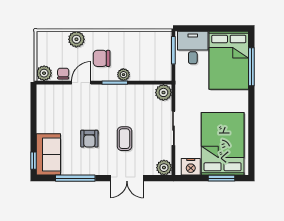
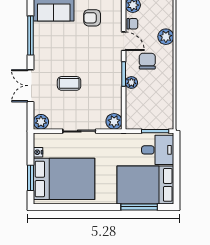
armchair: (89, 139) -> (92, 18), moved
nightstand: (191, 167) -> (38, 152), width x0.53, depth x0.56

